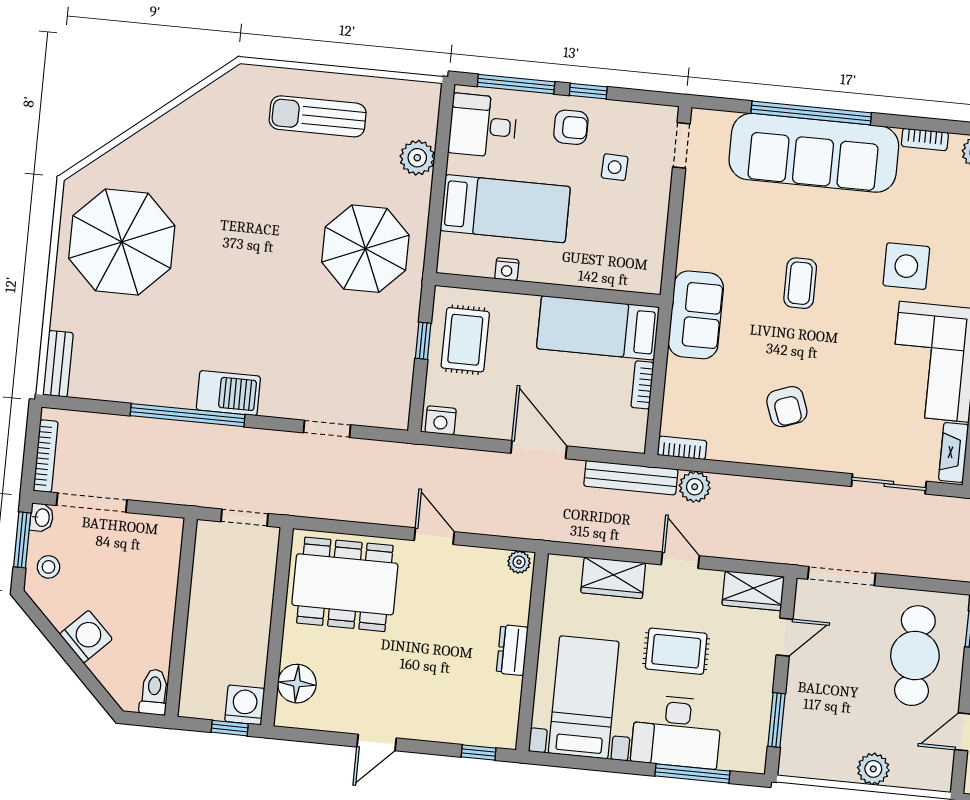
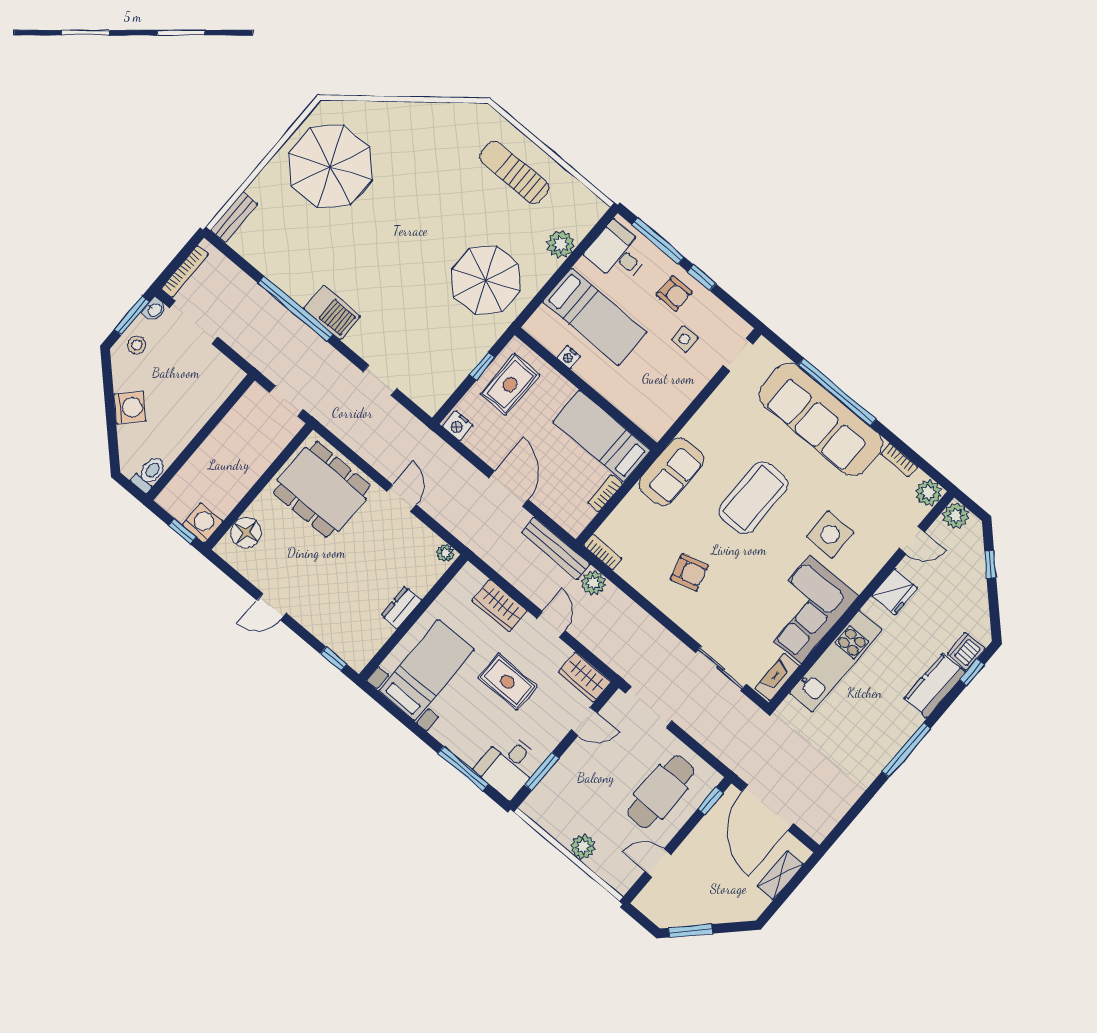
coffee table: (800, 283) -> (753, 498), width x1.86, depth x1.72
armchair: (787, 407) -> (689, 572), turned -85
desk: (677, 732) -> (508, 765), moved, width x0.73

